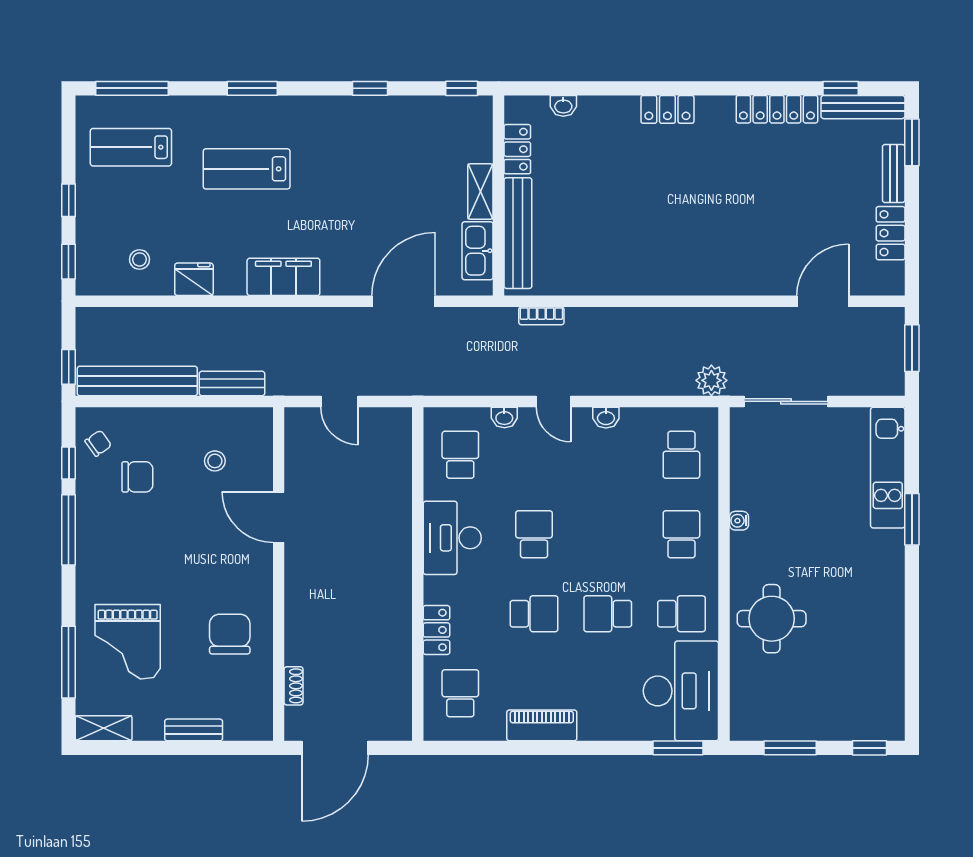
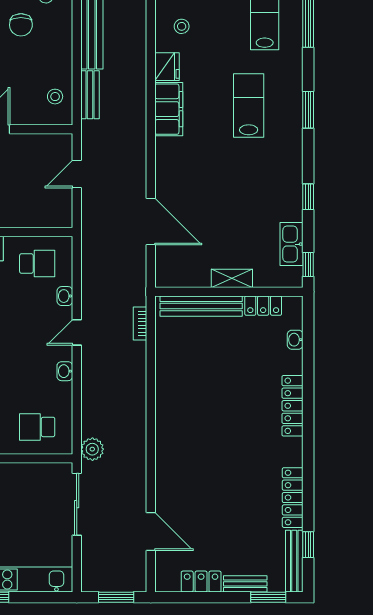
locker: (667, 109) -> (293, 406), width x1.53
kitchen sink: (478, 251) -> (292, 244), moved, turned -90
filing cabinet: (283, 277) -> (169, 109), moved
stool: (215, 461) -> (55, 97), moved

